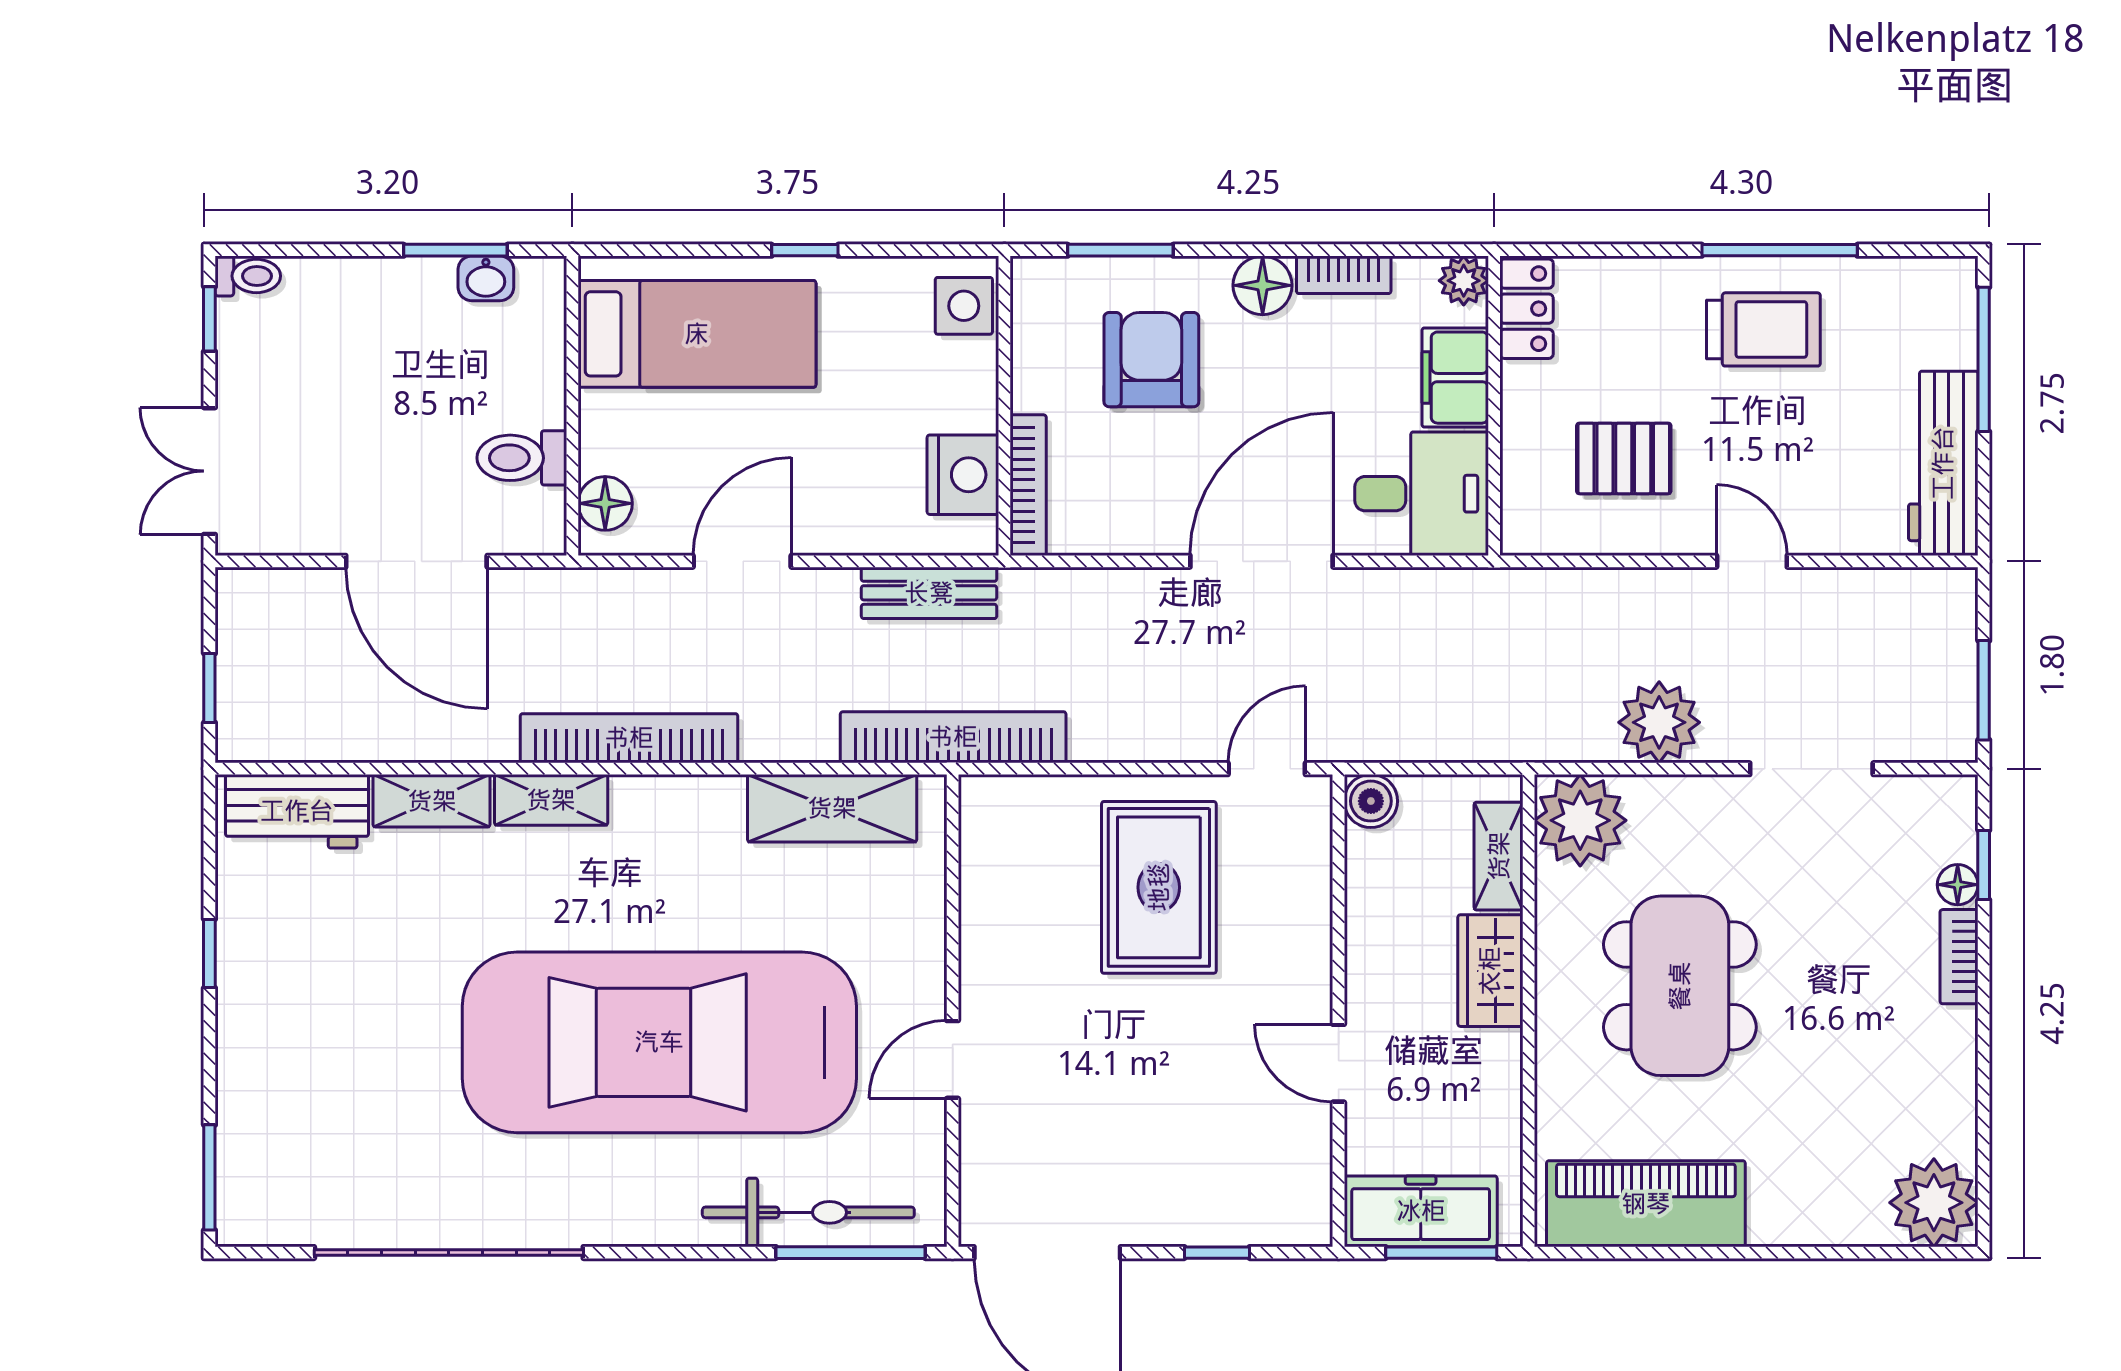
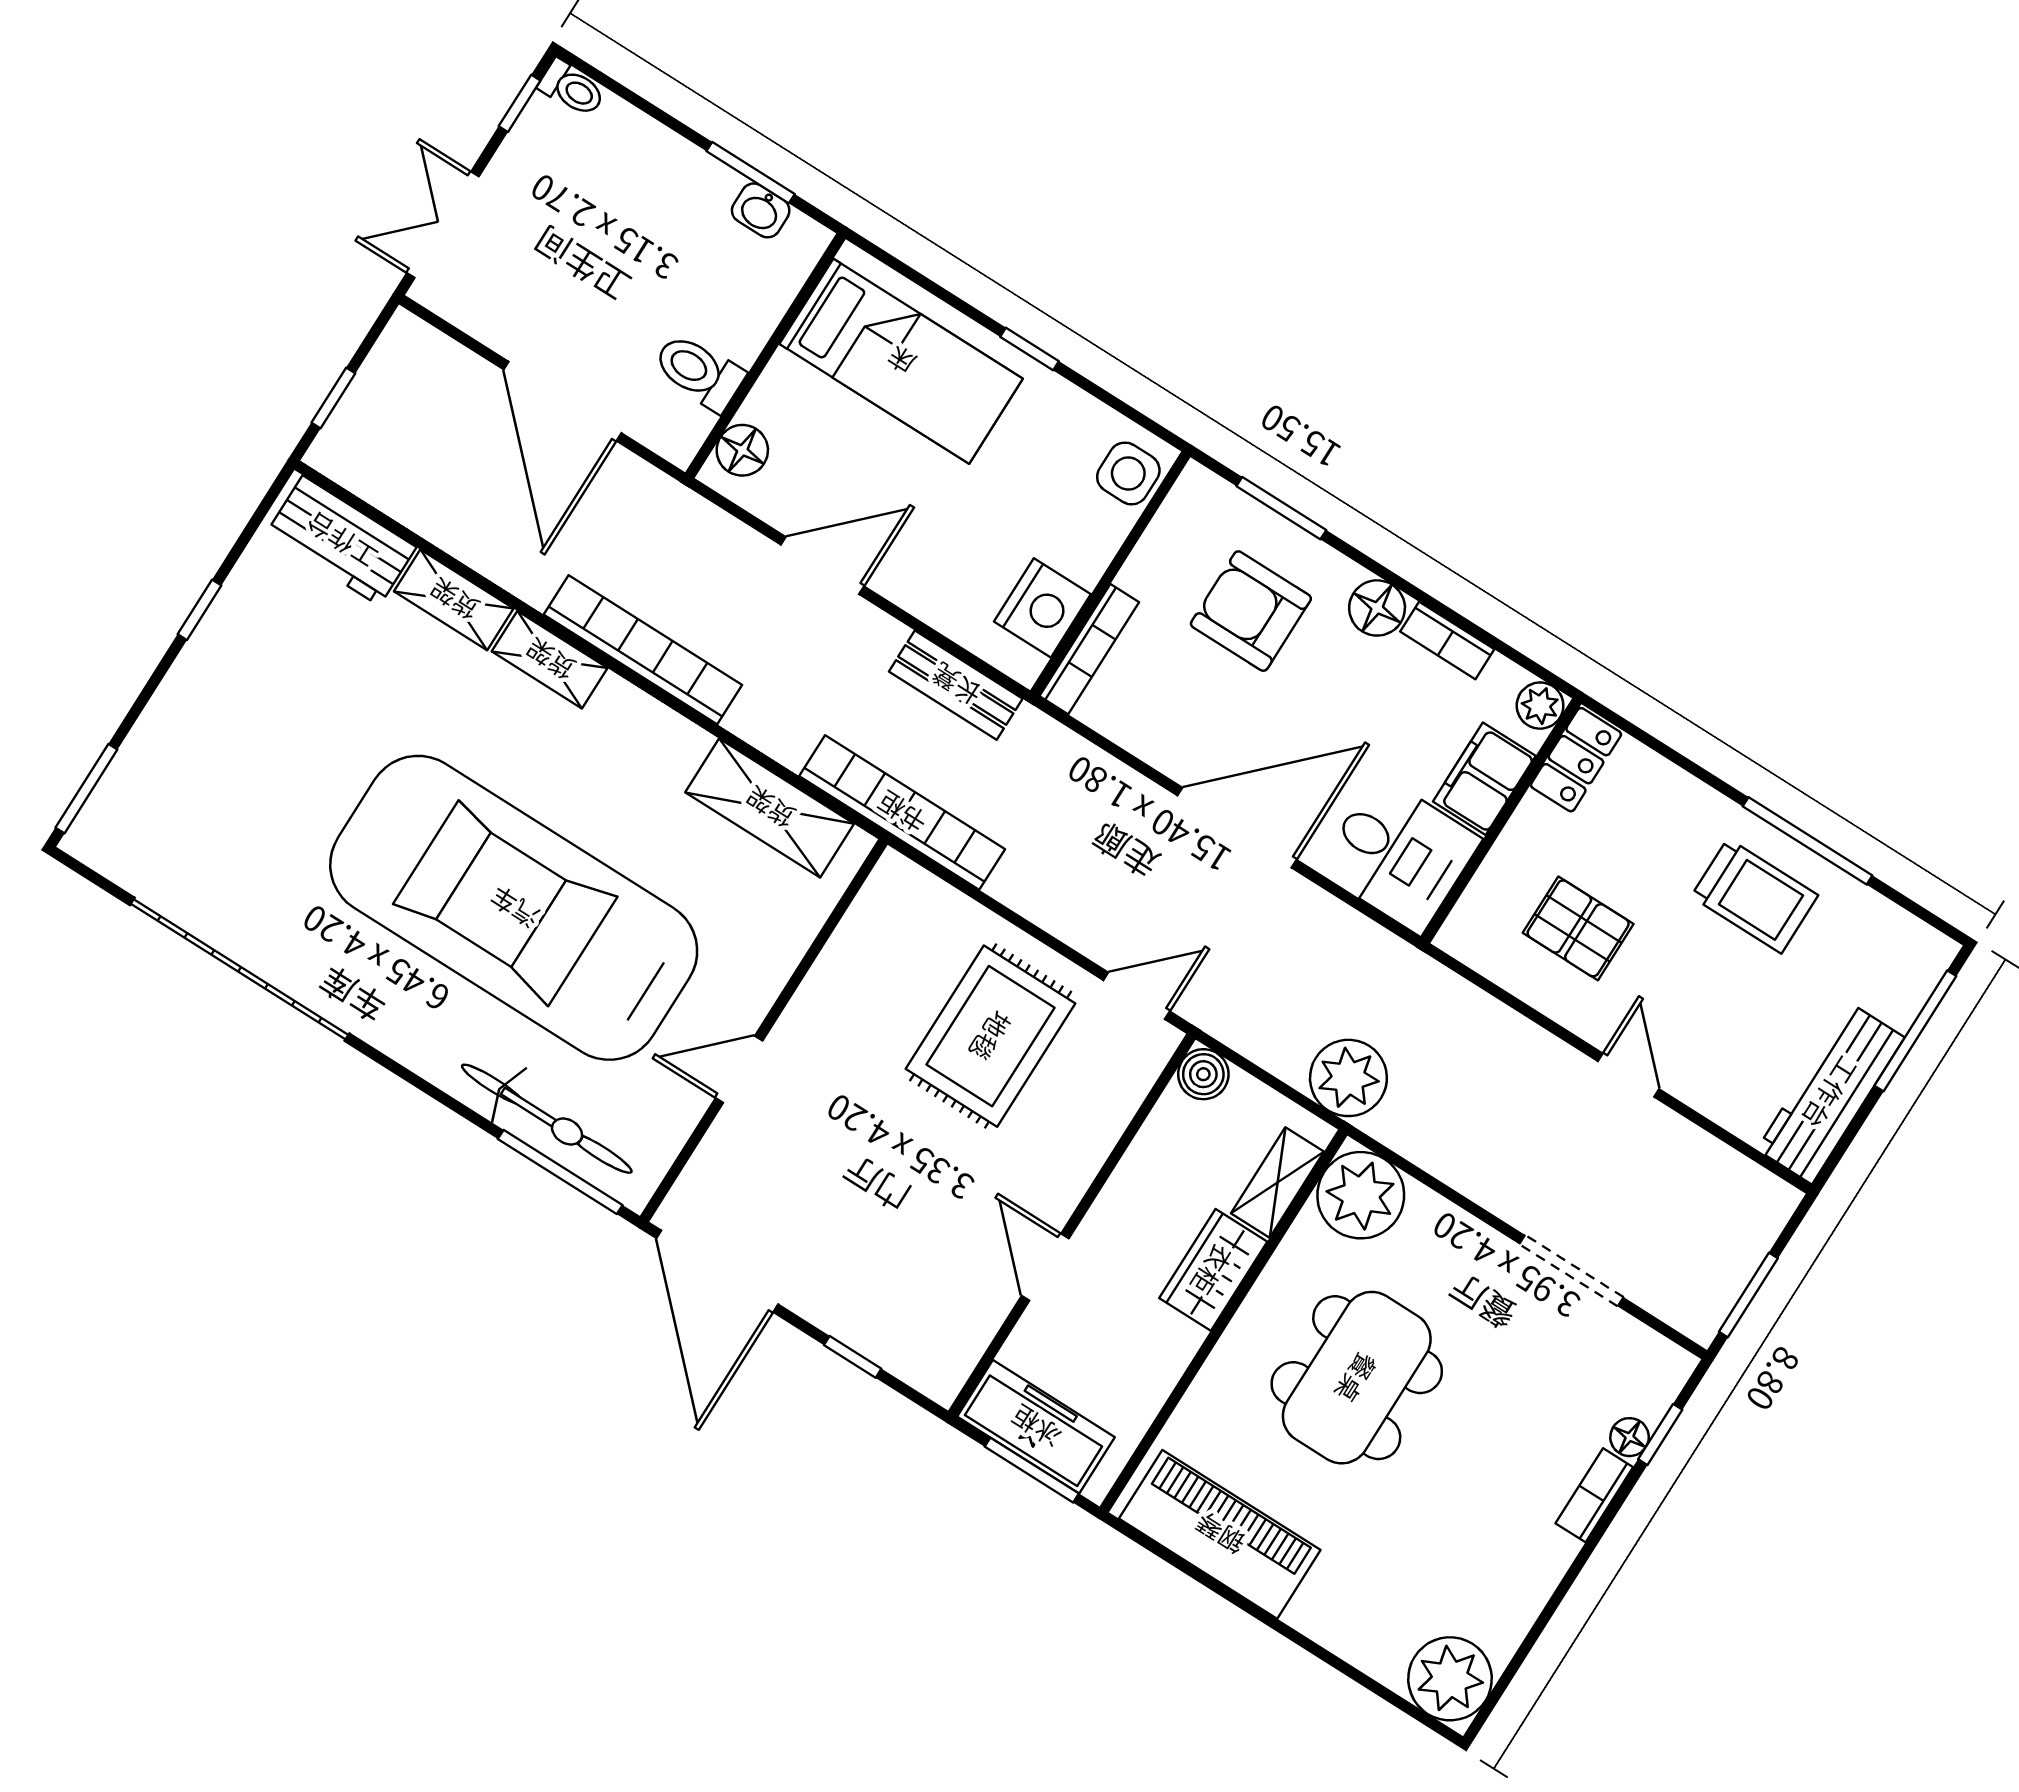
armchair: (1151, 360) -> (1251, 611), turned -90
plant: (1659, 722) -> (1348, 1078), moved

